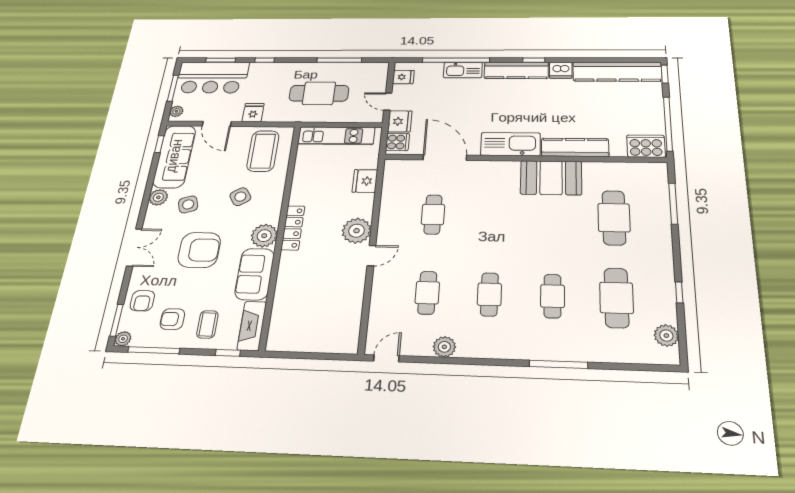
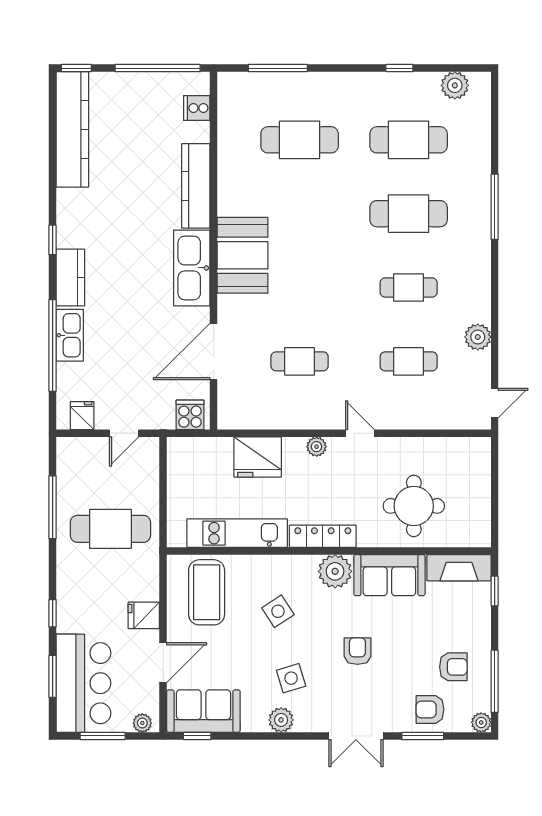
kitchen counter: (516, 70) -> (70, 277), width x0.67
dishwasher: (561, 70) -> (70, 204), removed
cafe table: (319, 93) -> (110, 529), turned 90
fridge: (400, 121) -> (157, 415), removed
kitchen unit: (336, 136) -> (237, 533), moved, turned -90
cooker: (646, 146) -> (197, 108), width x0.53, depth x0.76
coffee table: (263, 151) -> (207, 592), turned 90
sofa: (174, 156) -> (203, 711), width x0.73
booth: (551, 178) -> (243, 255), moved
fridge: (365, 181) -> (258, 457), width x1.36, depth x1.34
plant: (357, 231) -> (317, 447), width x0.53, depth x0.53
double door: (134, 247) -> (356, 736), swing flipped
armchair: (199, 250) -> (357, 651), width x0.53, depth x0.53
round table: (308, 293) -> (414, 506), added
cafe table: (552, 296) -> (409, 214), width x1.37, depth x1.35
armchair: (142, 301) -> (430, 709), turned 180
armchair: (172, 319) -> (453, 667), turned -90
window: (117, 320) -> (423, 736), moved
coffee table: (207, 324) -> (459, 622), removed
door: (386, 358) -> (495, 403), swing flipped

